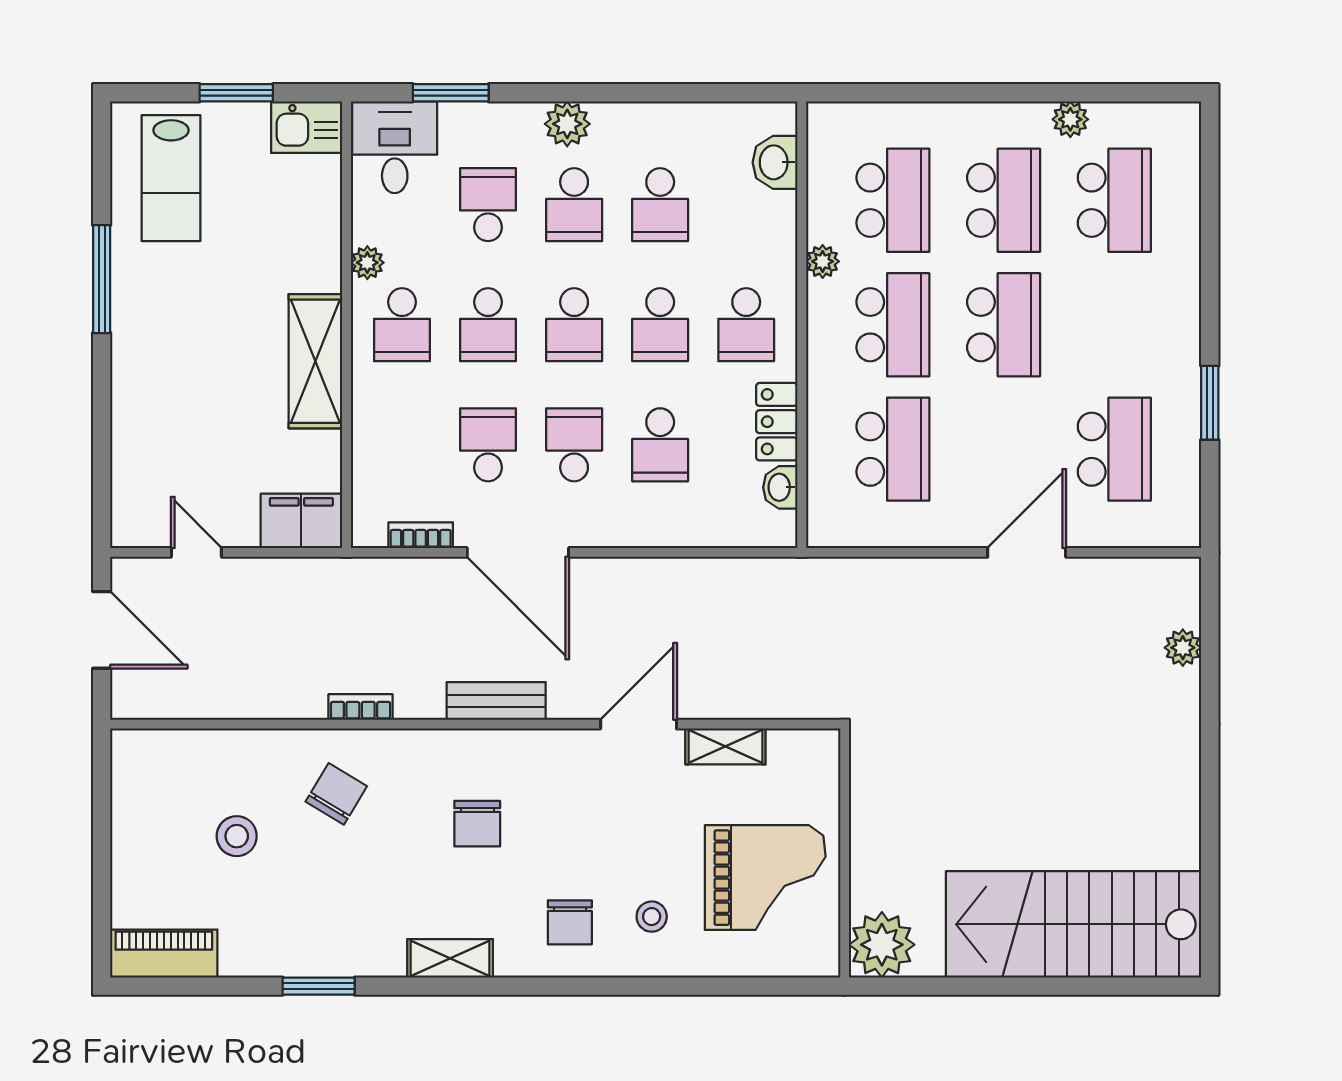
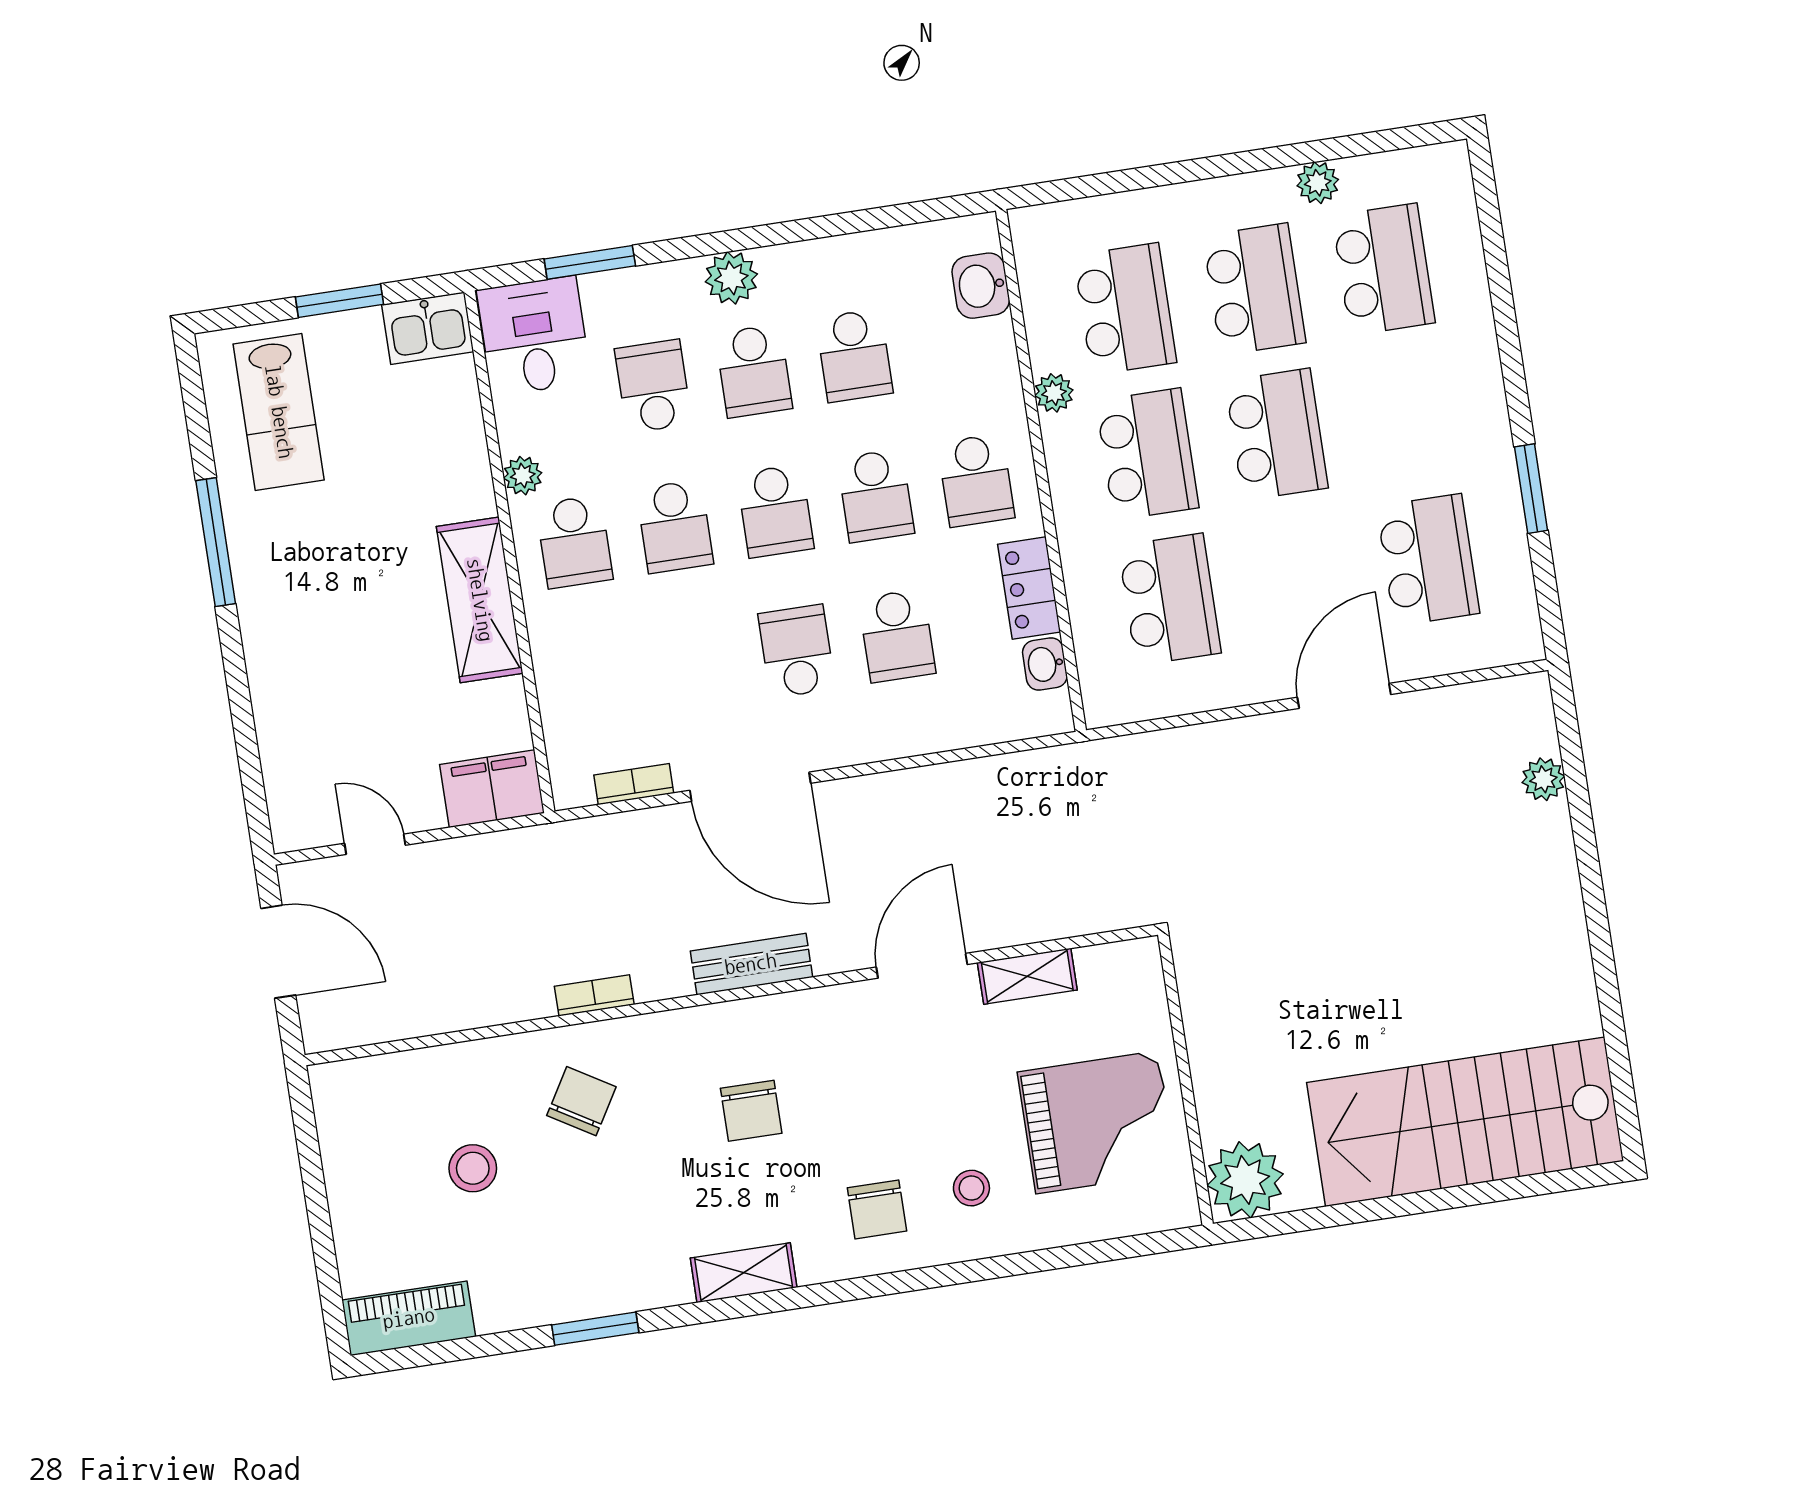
school desk: (488, 445) -> (696, 667), removed

